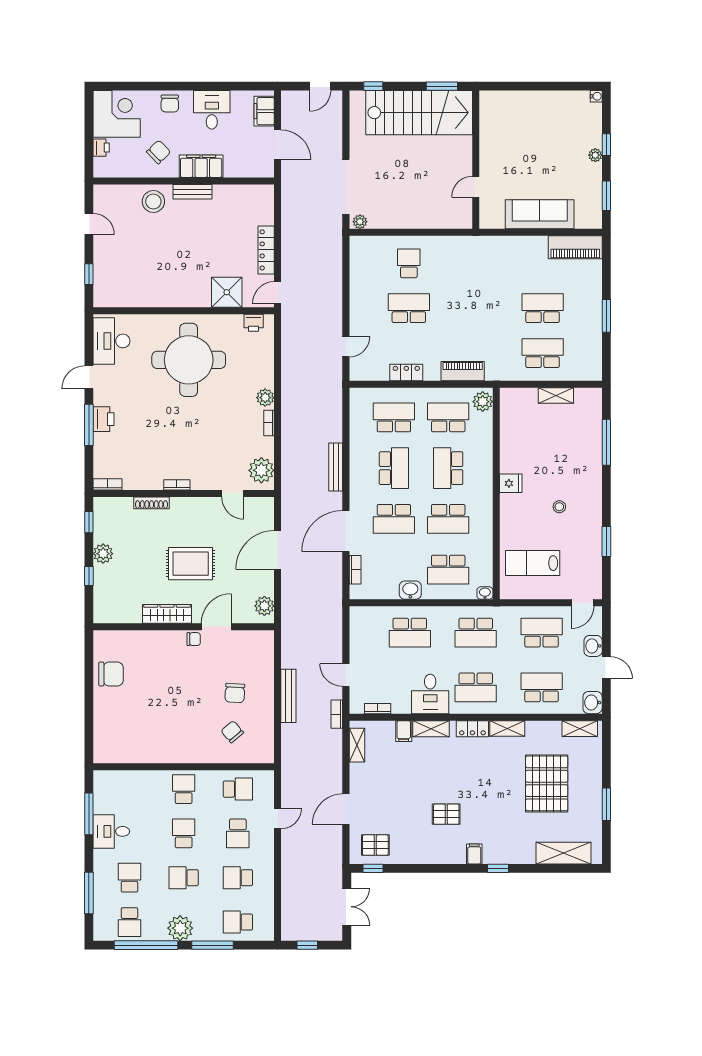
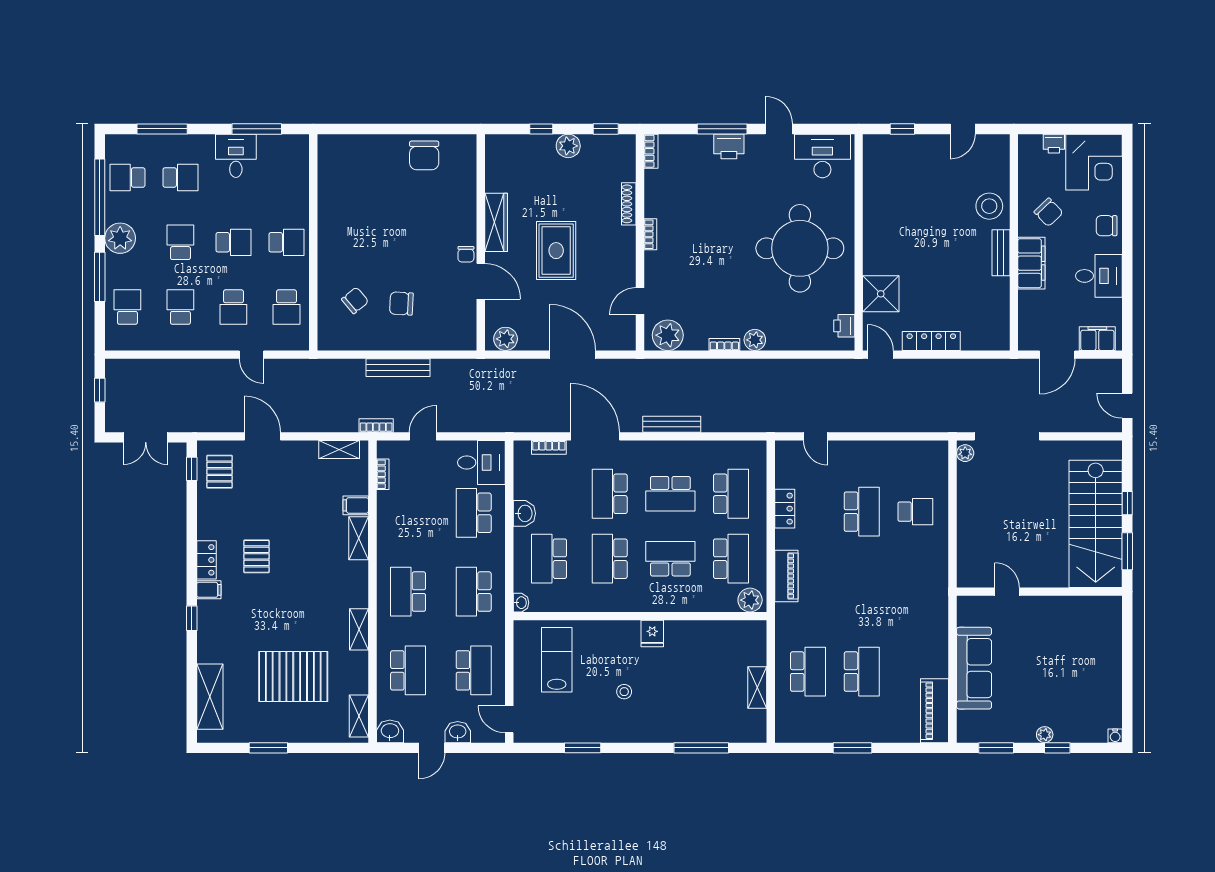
window: (373, 86) -> (1127, 503), moved
desk: (430, 694) -> (481, 462), moved, turned 180
locker: (472, 729) -> (206, 560), moved, turned 180
school desk: (238, 833) -> (233, 307), turned -90

